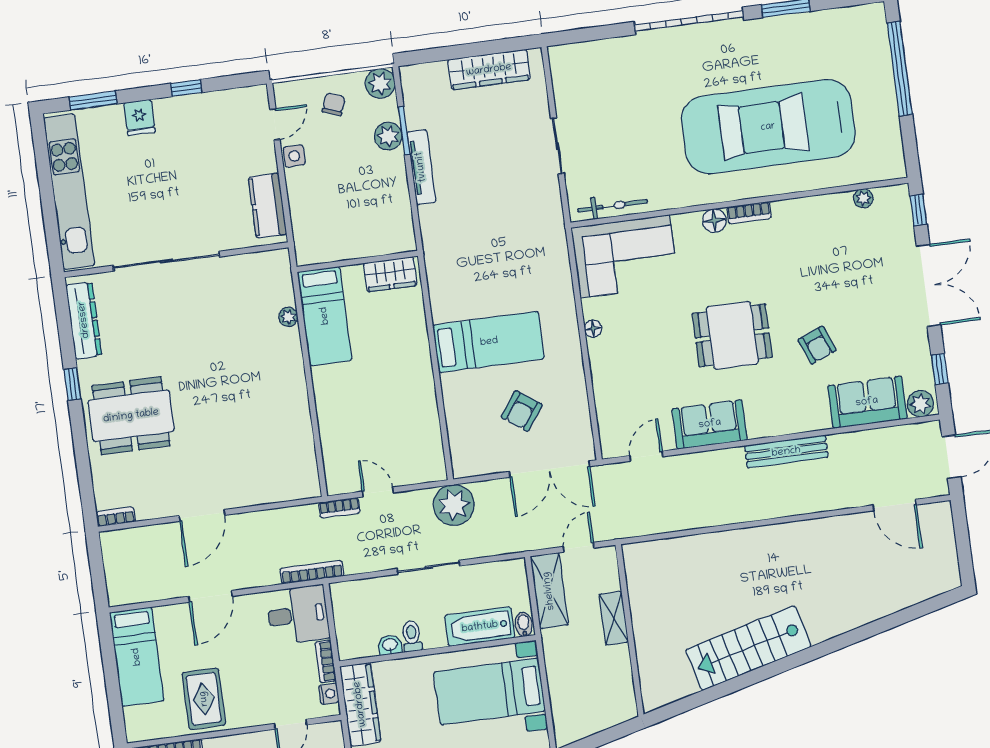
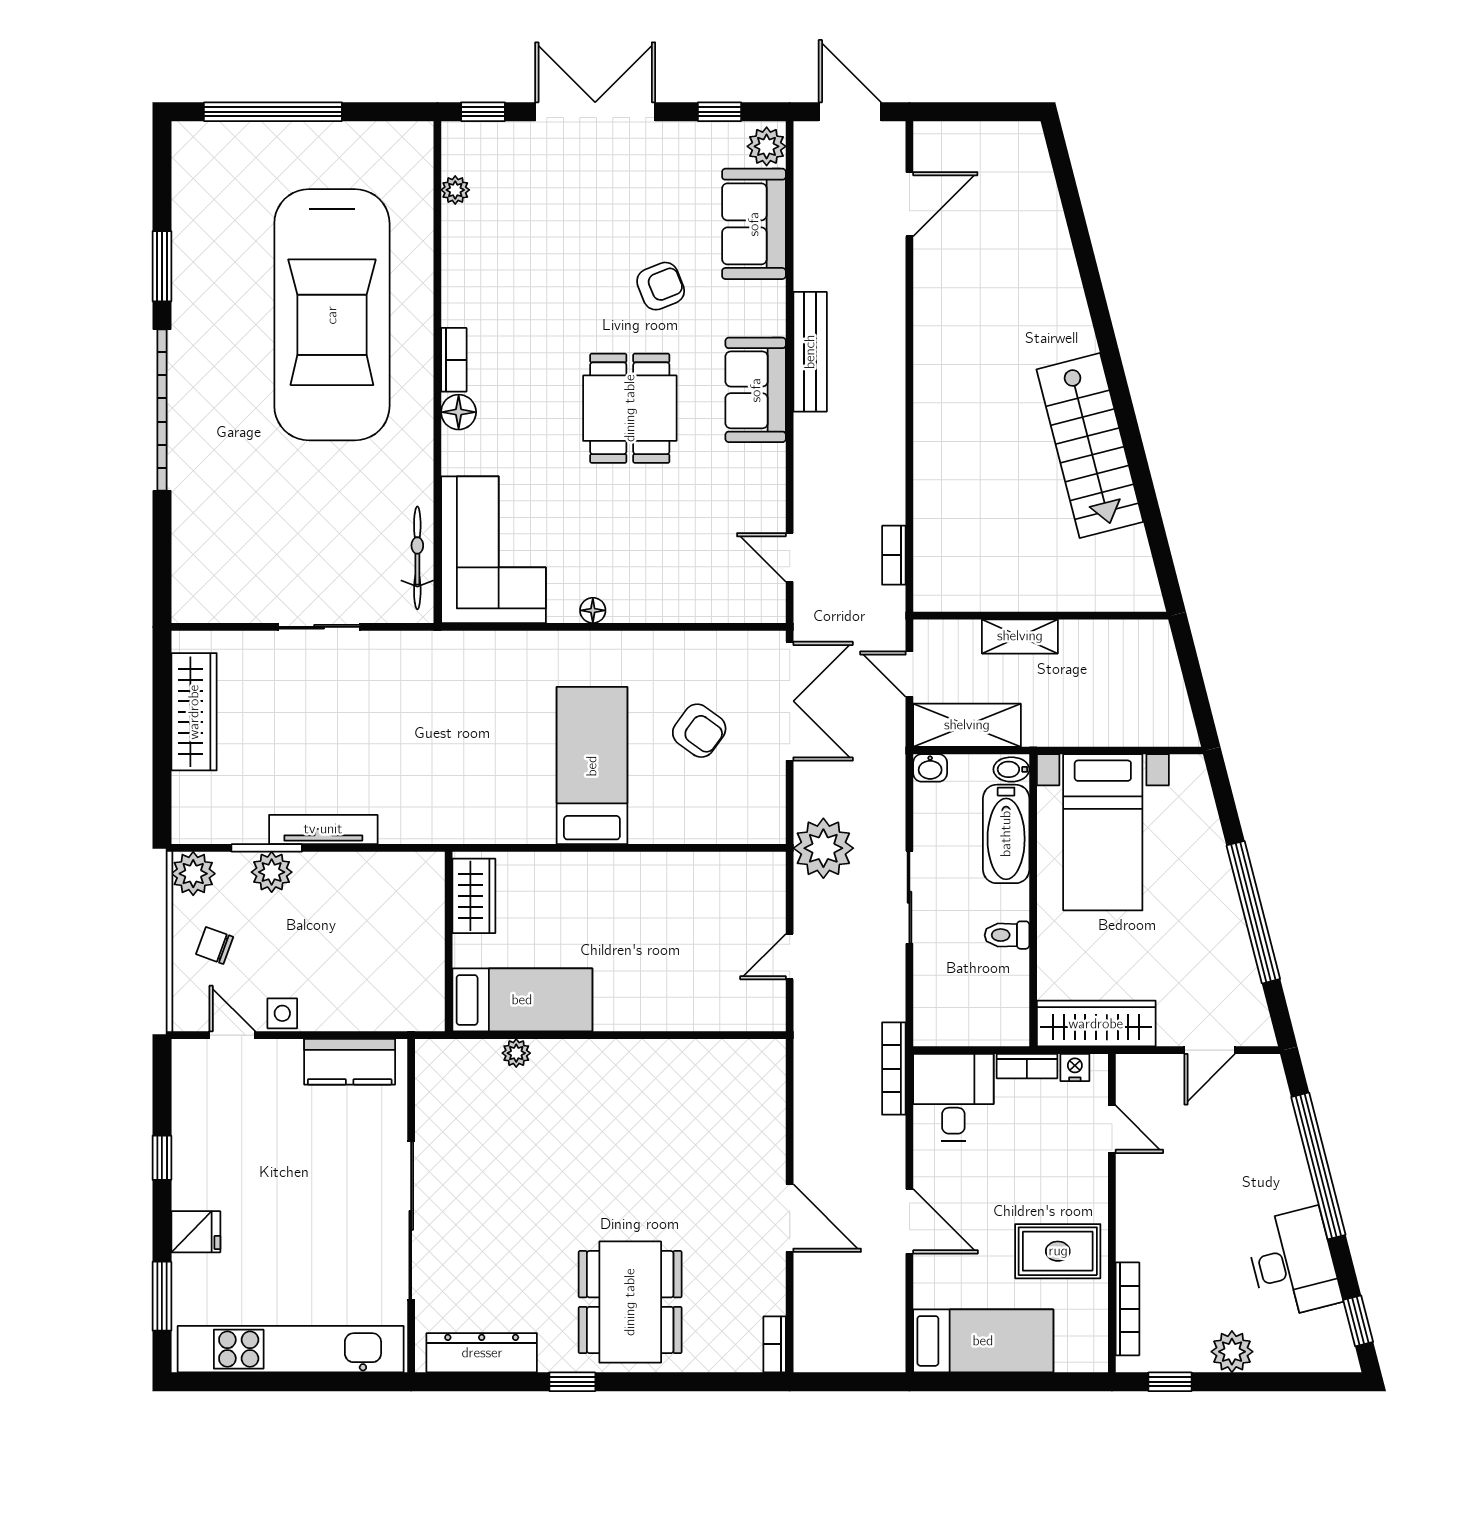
sofa: (710, 424) -> (756, 390), moved
bookcase: (339, 508) -> (894, 555), moved, turned 180
washbasin: (390, 645) -> (930, 768), moved, turned -90

